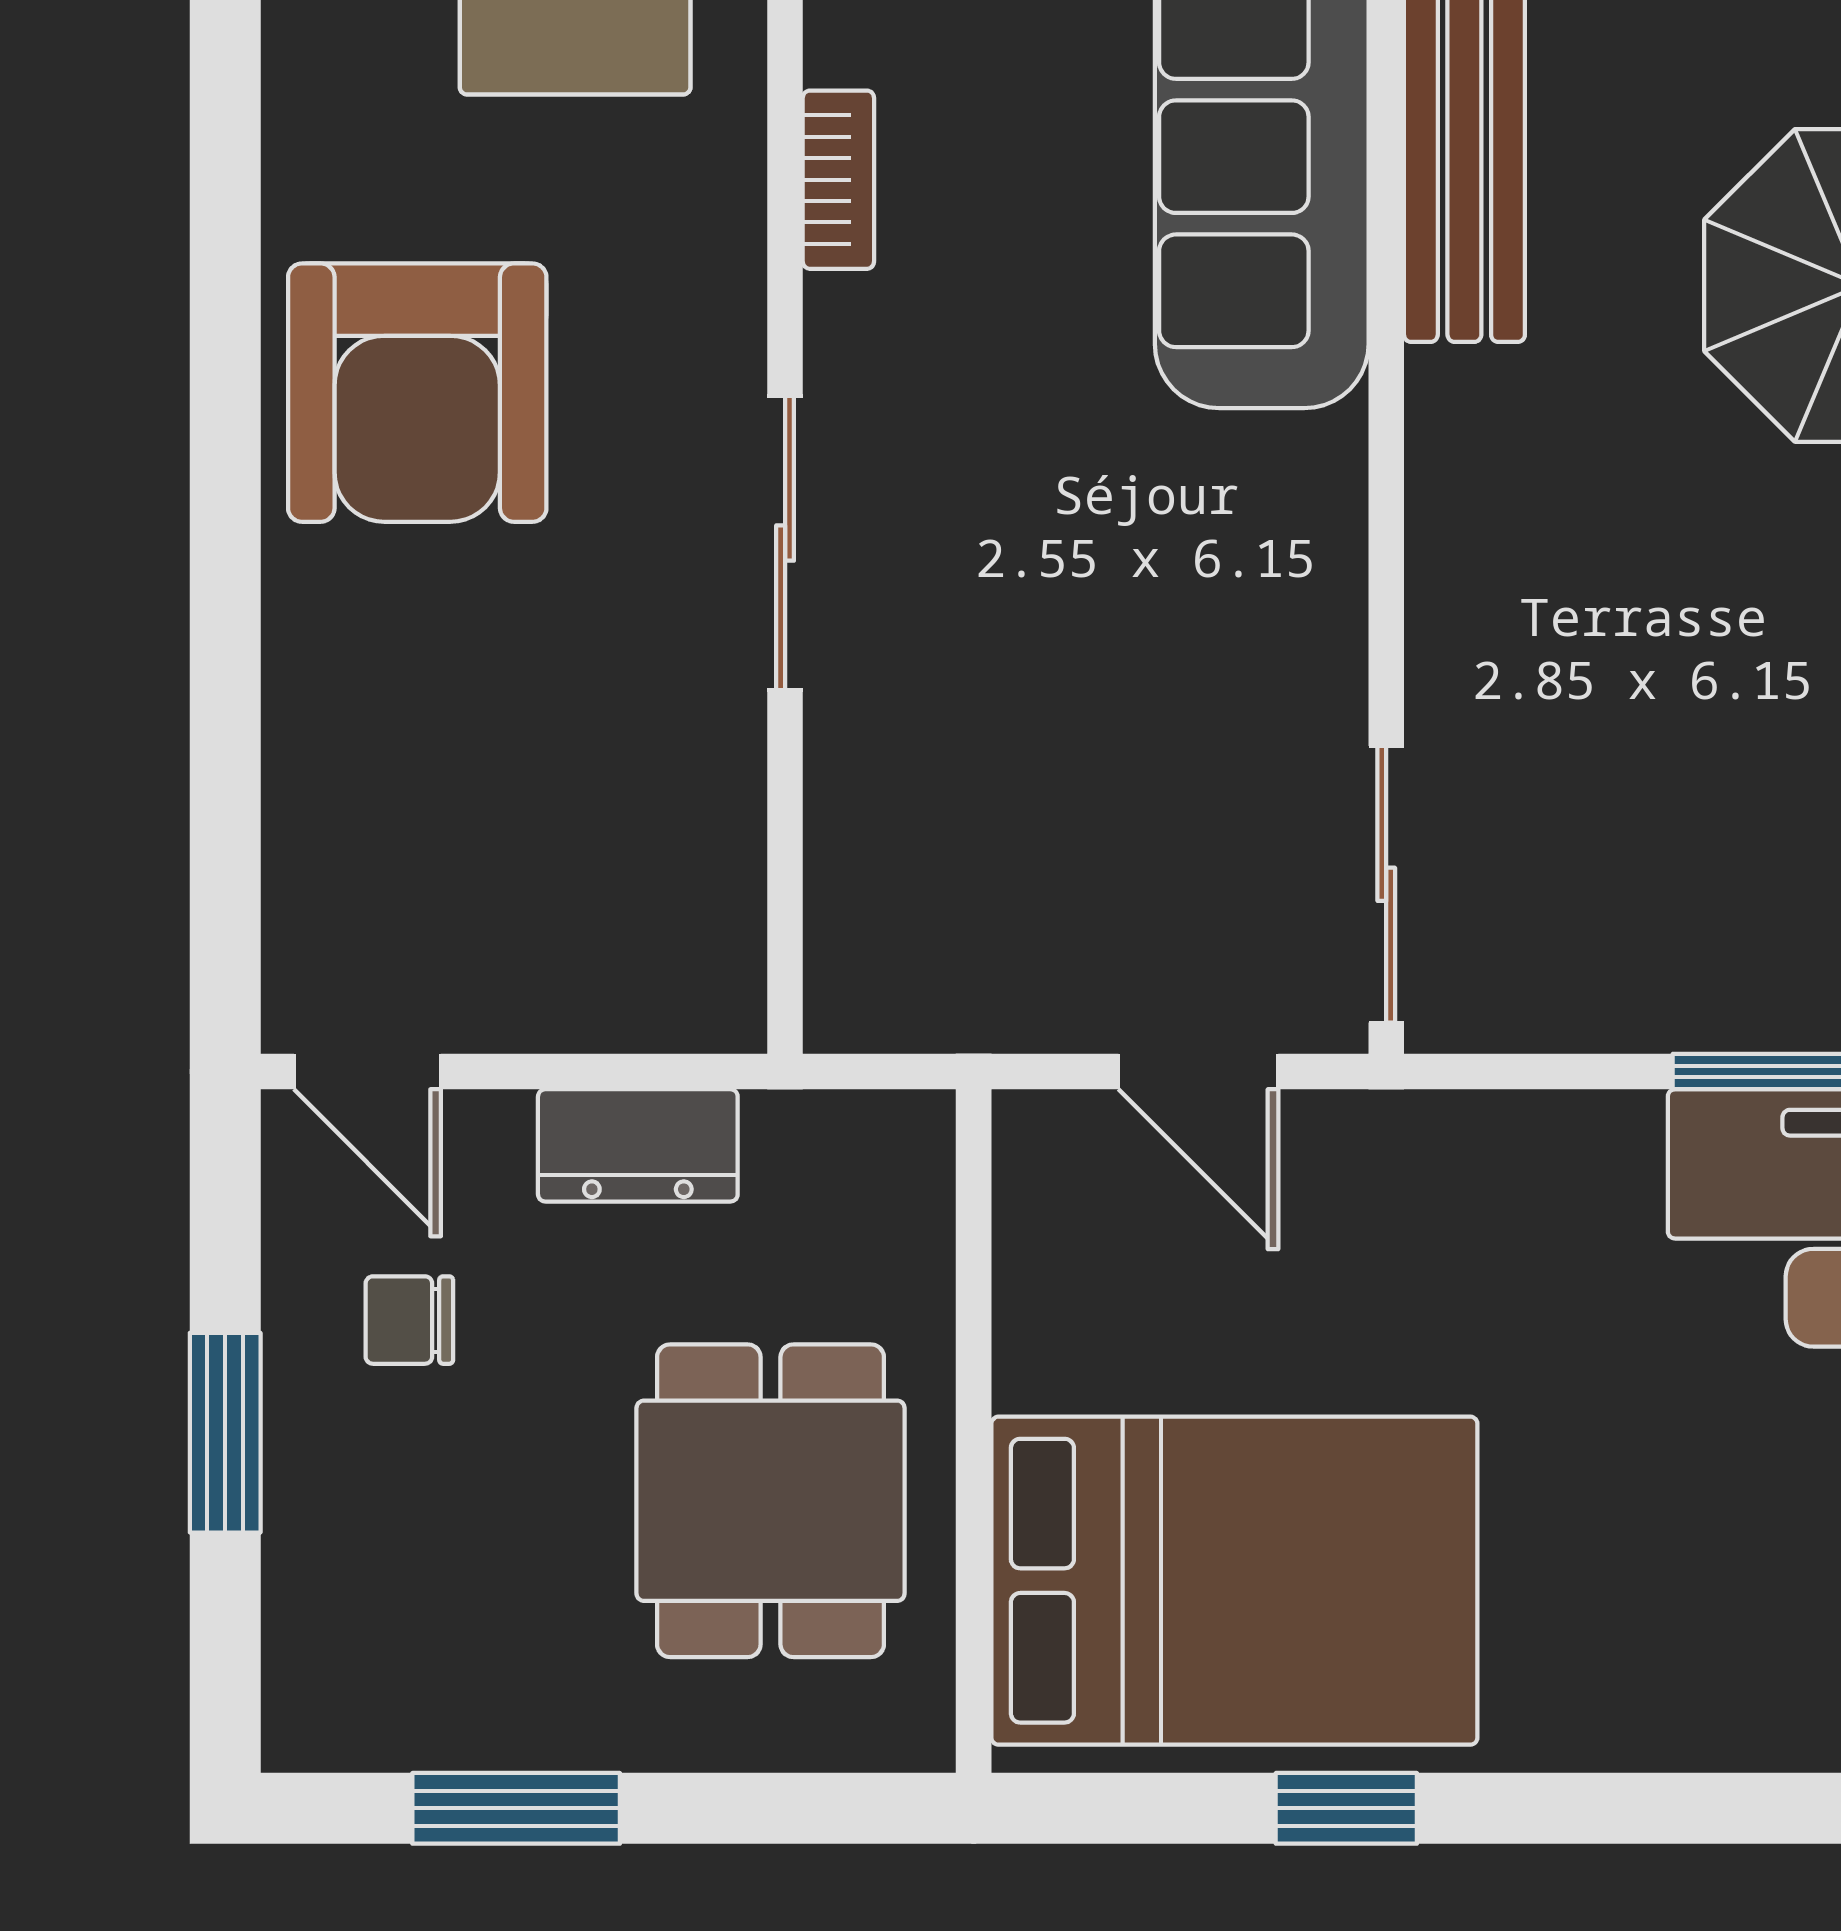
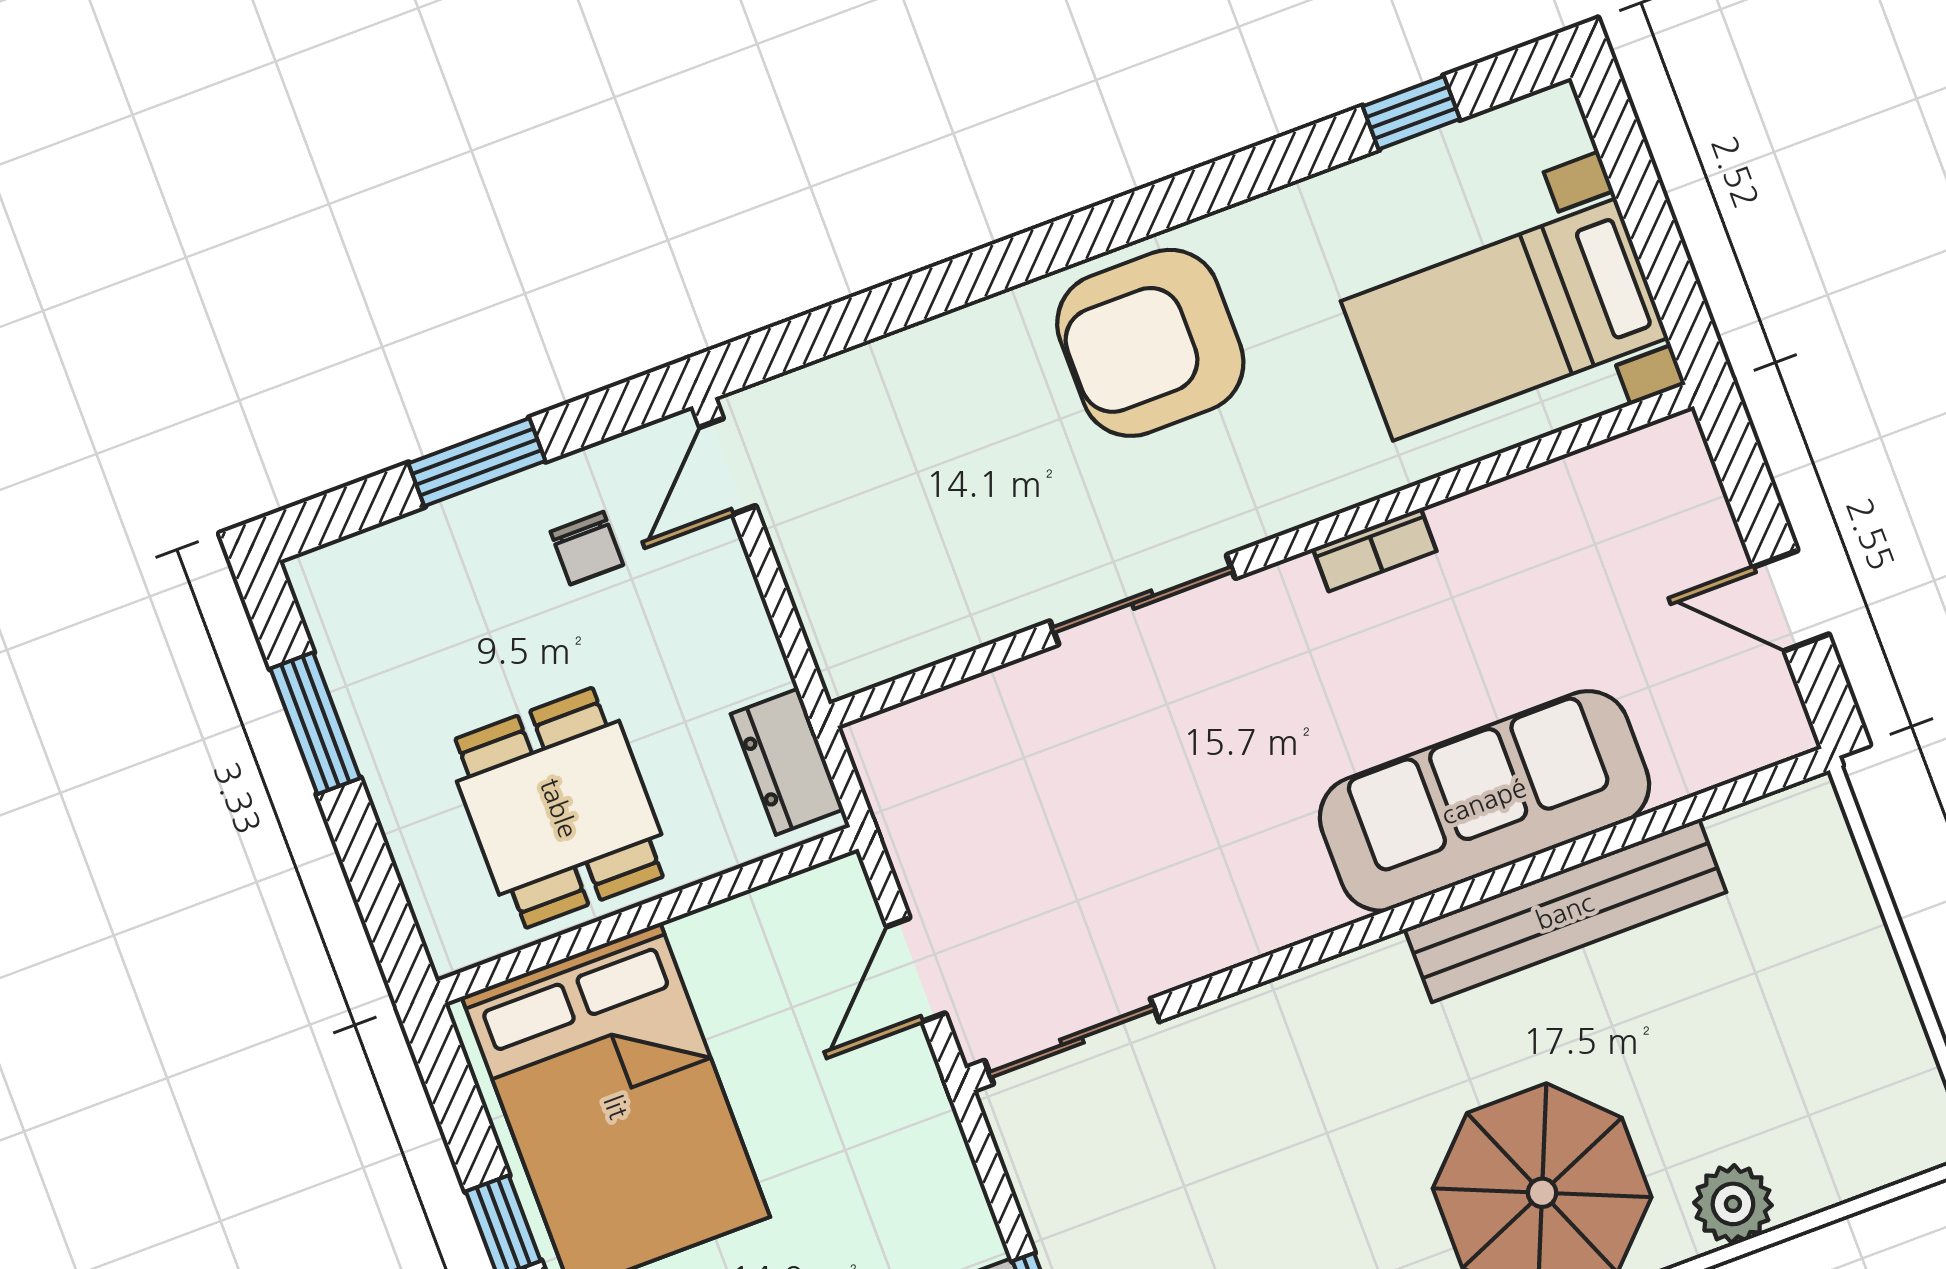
dresser: (638, 1145) -> (787, 762), moved
chair: (409, 1320) -> (587, 548), turned 180
dining table: (771, 1501) -> (559, 808), turned 90

